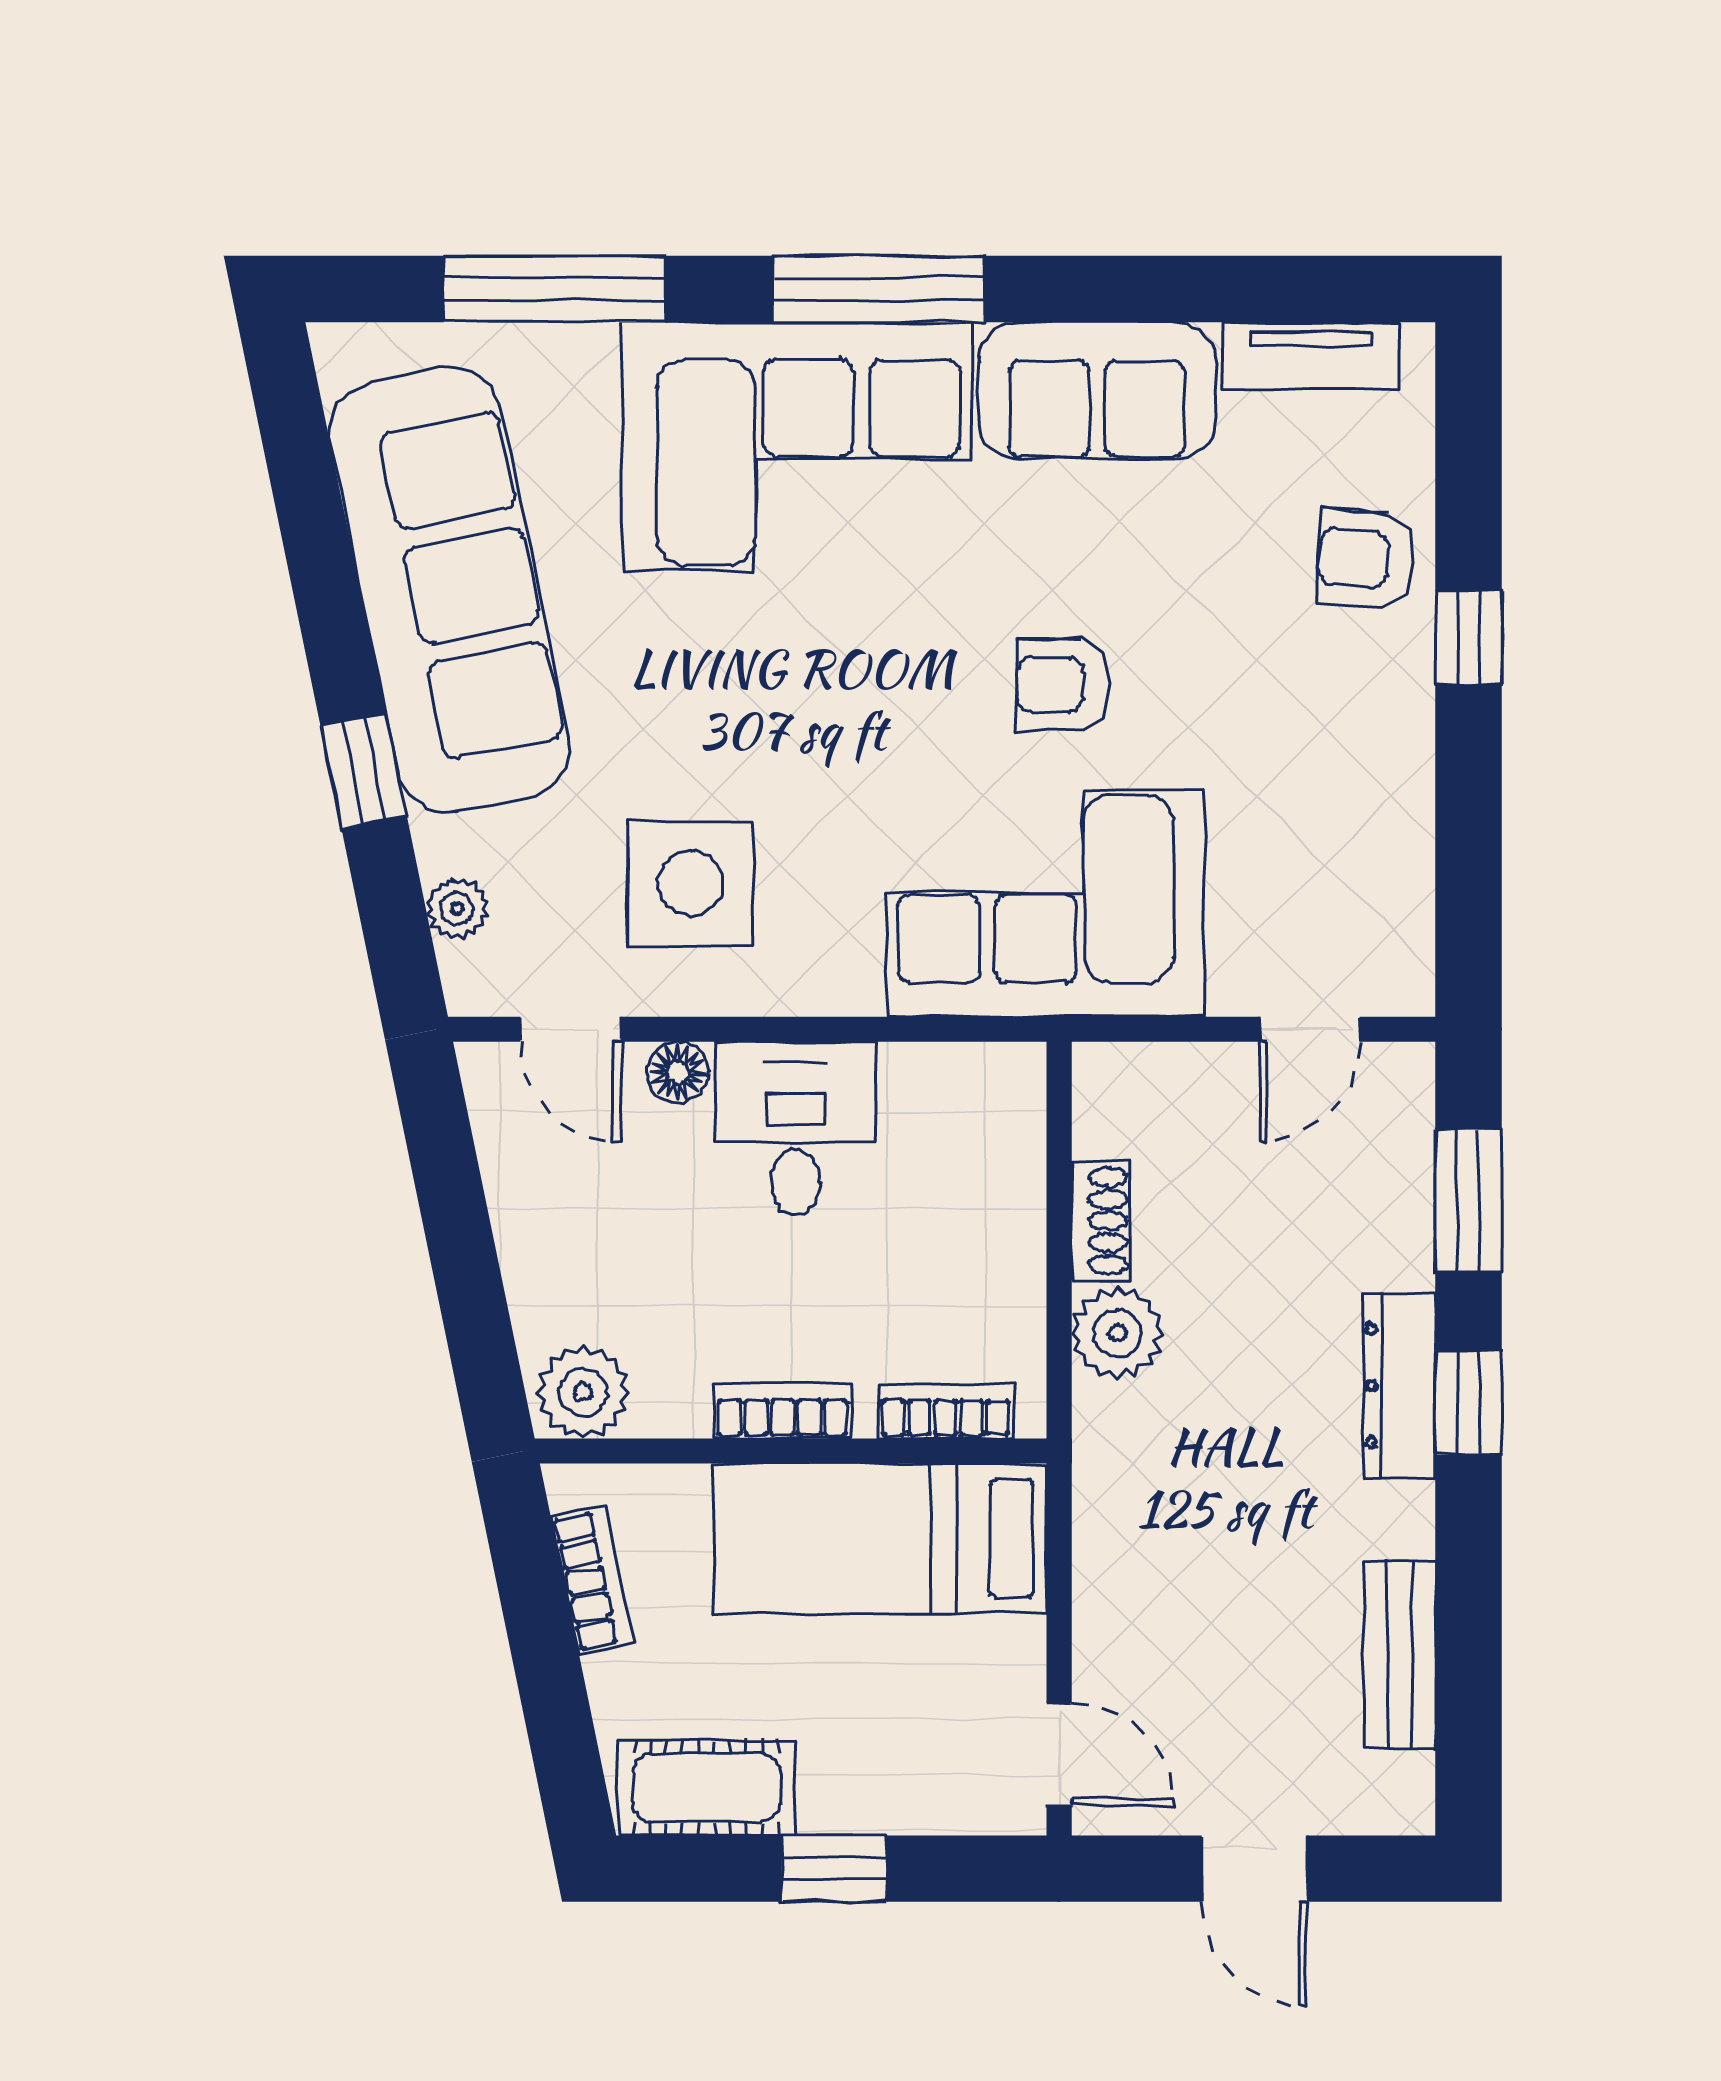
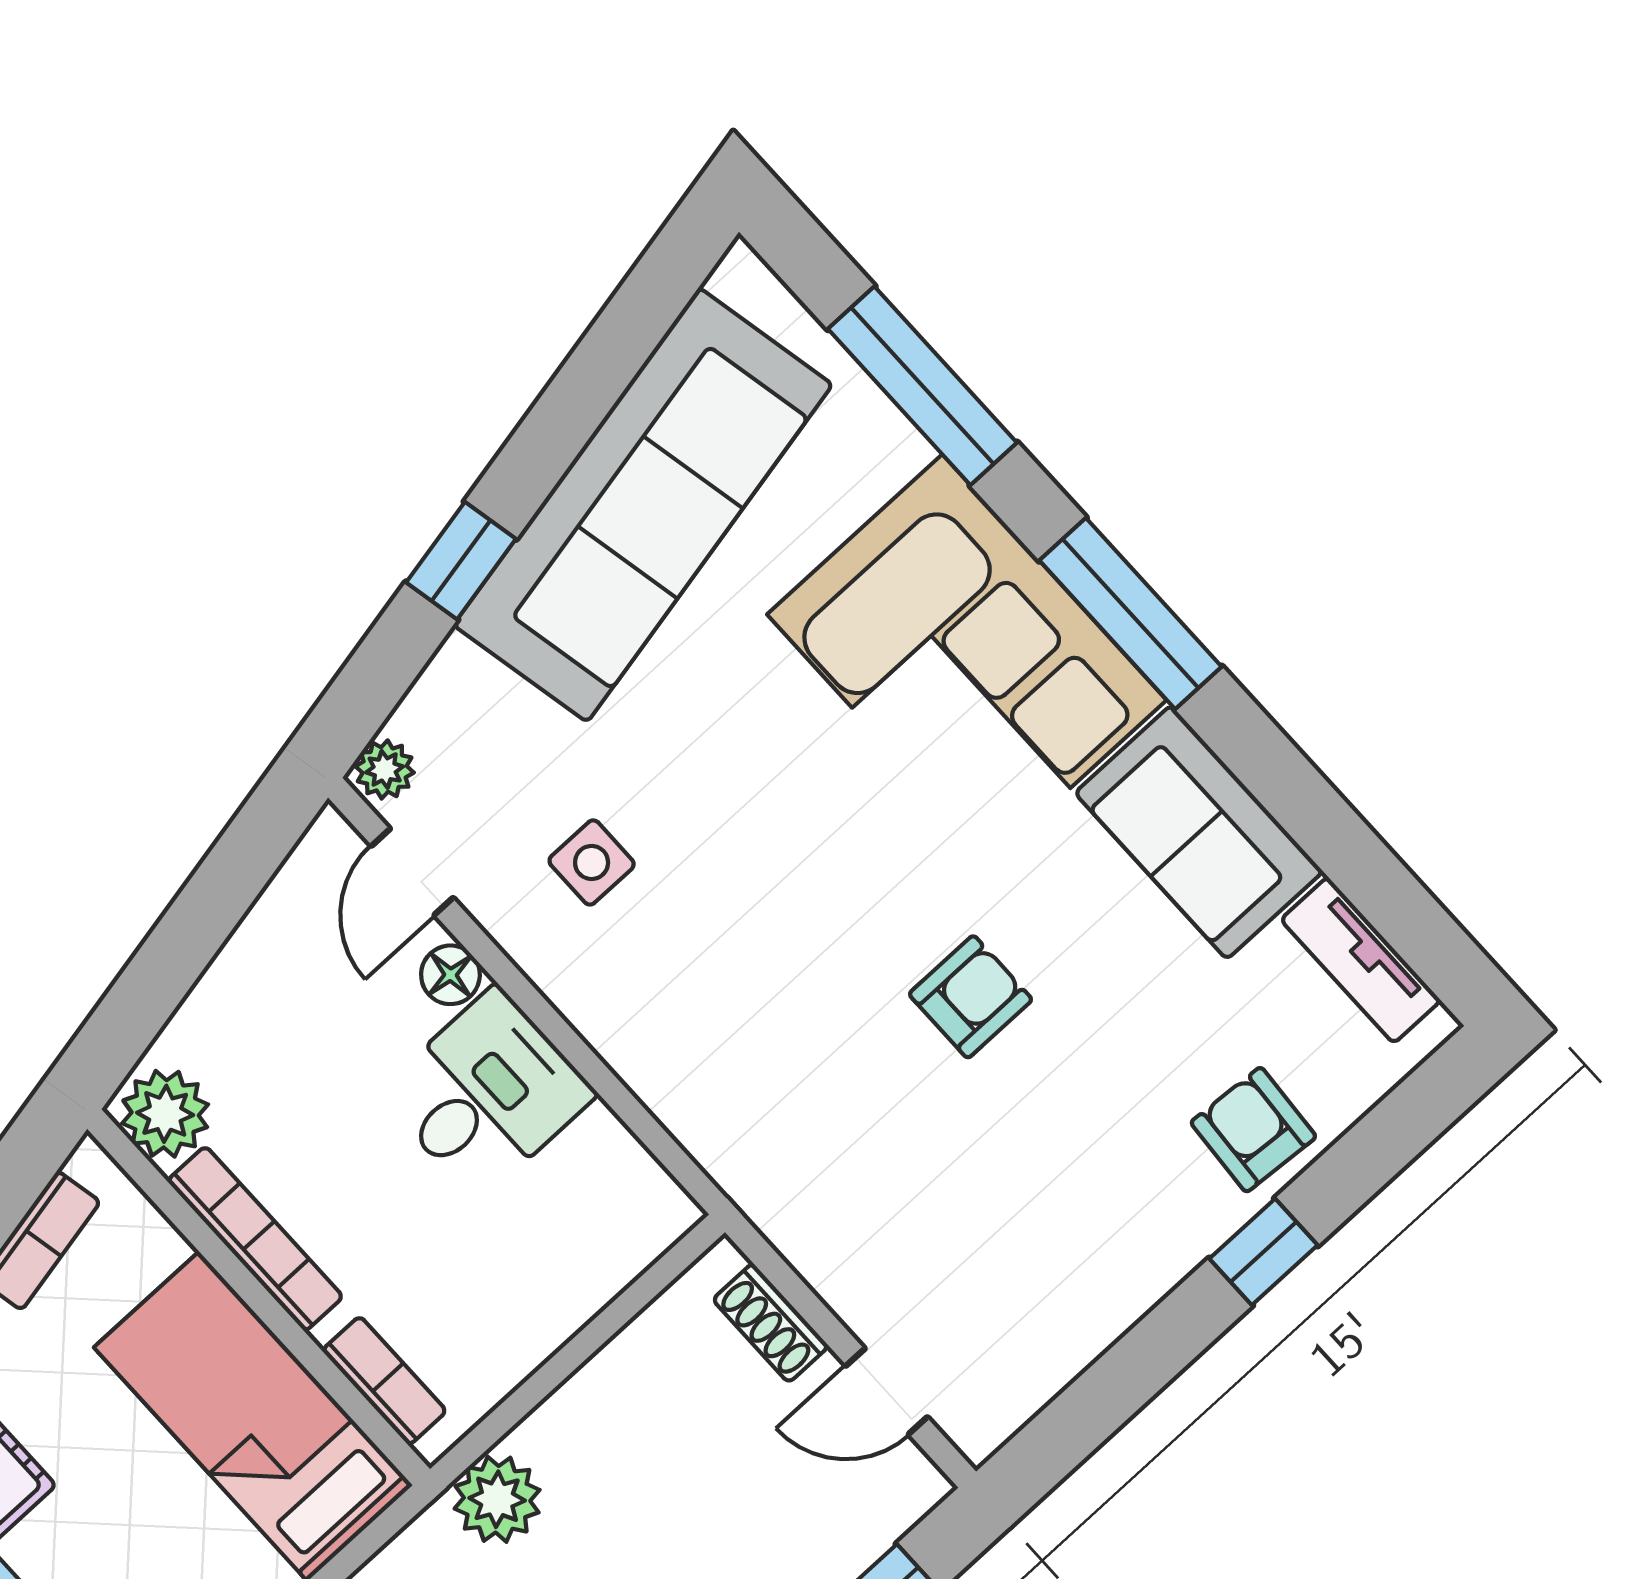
armchair: (1063, 684) -> (971, 997), turned 90
side table: (690, 883) -> (592, 862), width x0.54, depth x0.54
corner sofa: (1046, 903) -> (806, 1125), removed
plant: (457, 909) -> (385, 769), moved
shoe rack: (1100, 1221) -> (771, 1323), moved, turned 90
plant: (1117, 1333) -> (497, 1499), moved
bookcase: (783, 1411) -> (255, 1239), width x1.56

